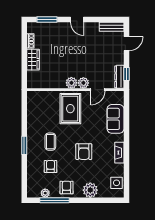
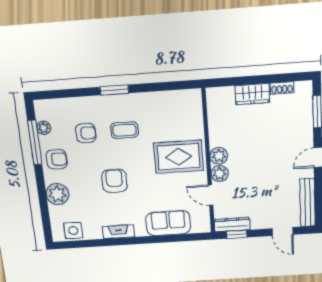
bench: (112, 27) -> (307, 203), width x1.36
armchair: (84, 152) -> (114, 181), turned 90

